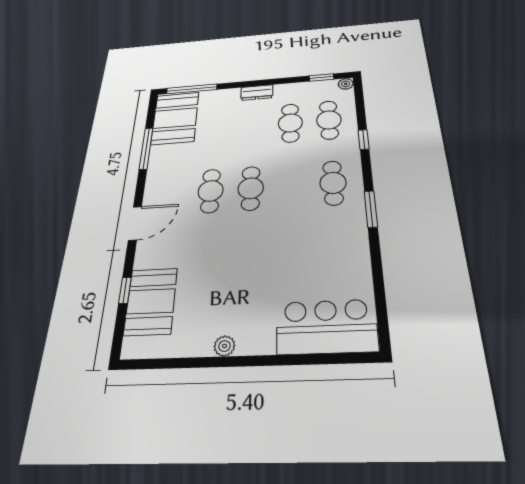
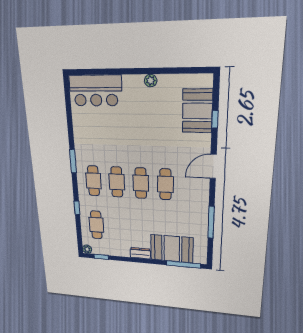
booth: (175, 118) -> (172, 249), moved, turned 90
cafe table: (290, 123) -> (117, 182), moved

